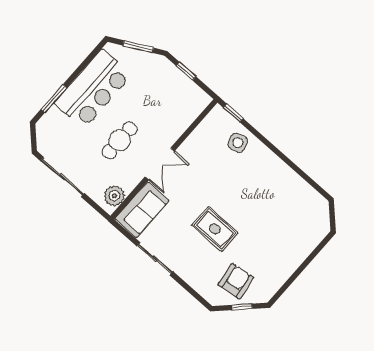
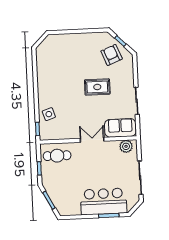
bar counter: (93, 89) -> (104, 201), moved
cafe table: (120, 140) -> (57, 156), moved
rug: (215, 229) -> (97, 87), turned 90
armchair: (236, 281) -> (112, 55), turned 76

